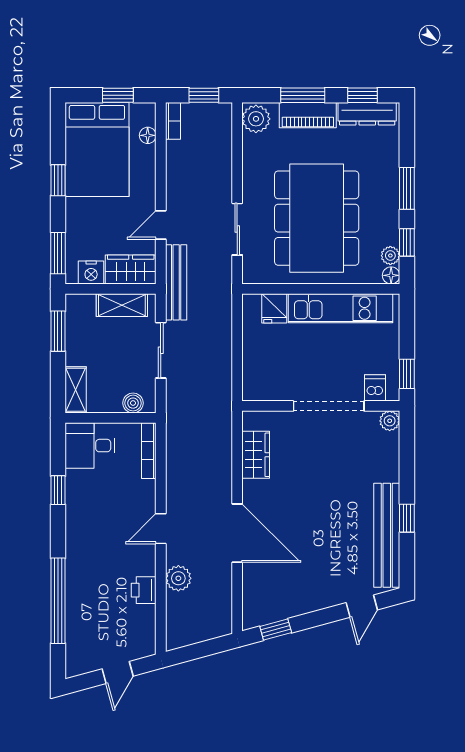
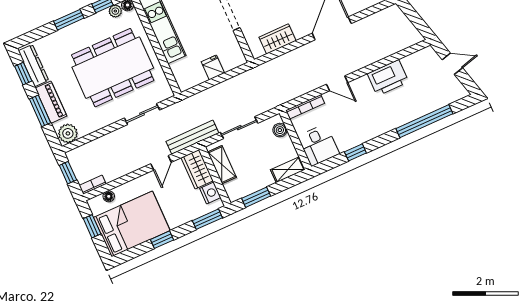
door: (161, 225) -> (161, 163), hinge flipped
fridge: (274, 308) -> (213, 67), moved, turned -90
door: (161, 529) -> (337, 83), moved
plant: (178, 578) -> (376, 52), removed
printer: (144, 590) -> (388, 78), width x1.87, depth x1.48

